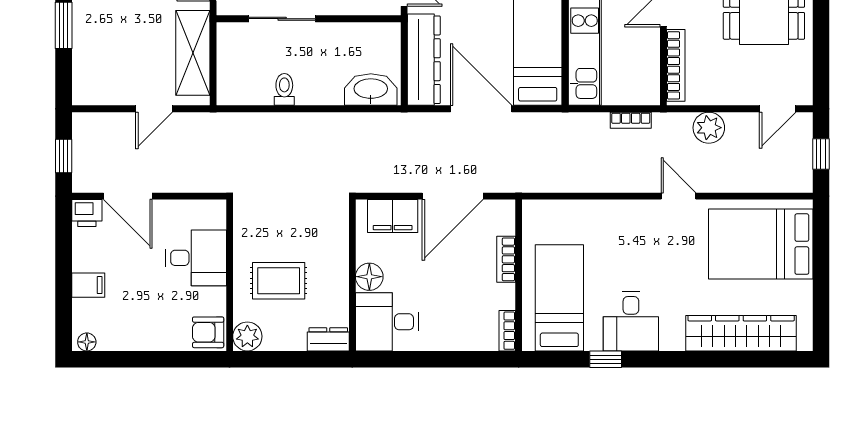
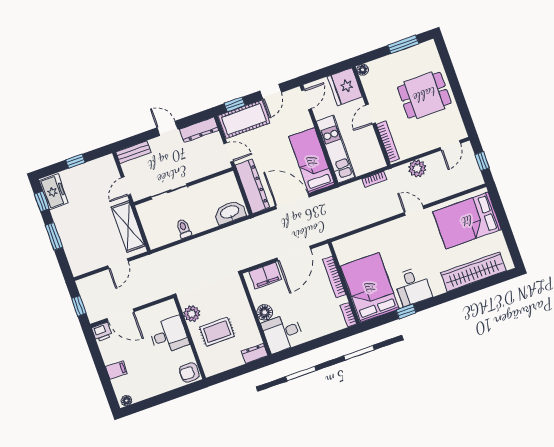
bookcase: (506, 259) -> (334, 277), width x1.56
bed: (559, 298) -> (370, 287), width x1.50
plant: (247, 336) -> (192, 314), moved

